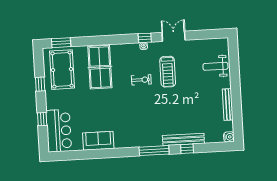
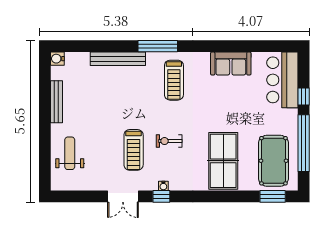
weight bench: (215, 66) -> (70, 153), turned -90
treadmill: (168, 72) -> (134, 150), turned 180
window: (40, 84) -> (304, 143), width x3.17
treadmill: (140, 126) -> (174, 80), added
window: (187, 149) -> (114, 46), removed

